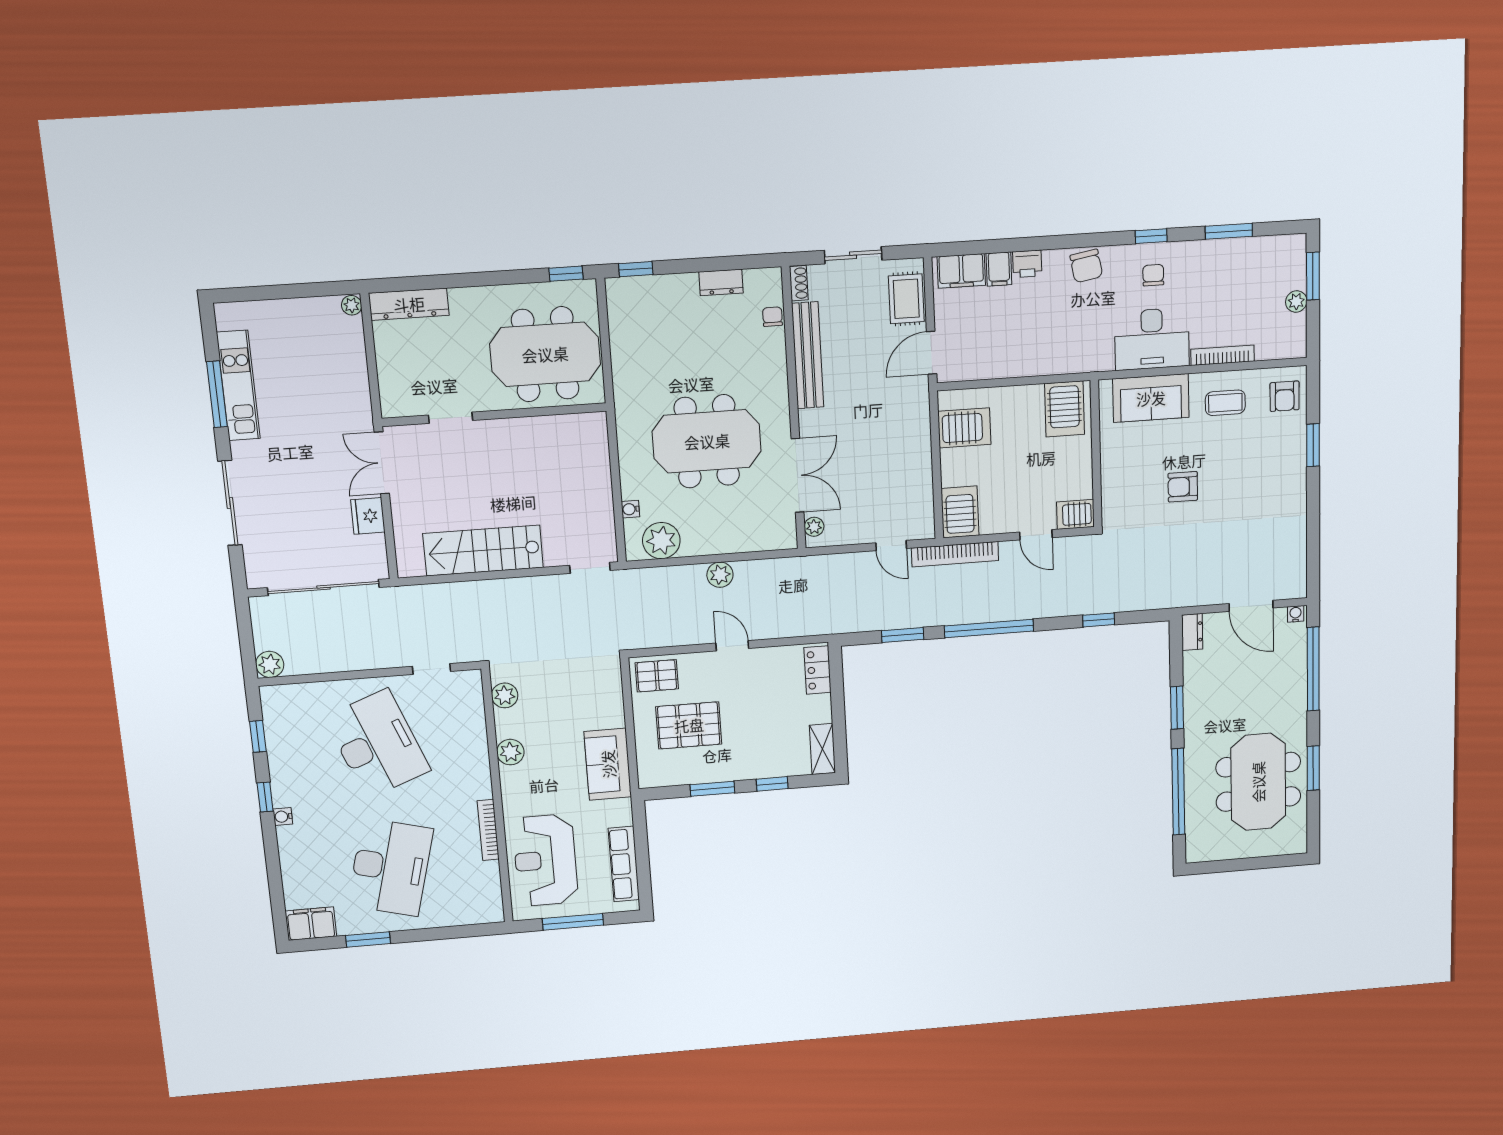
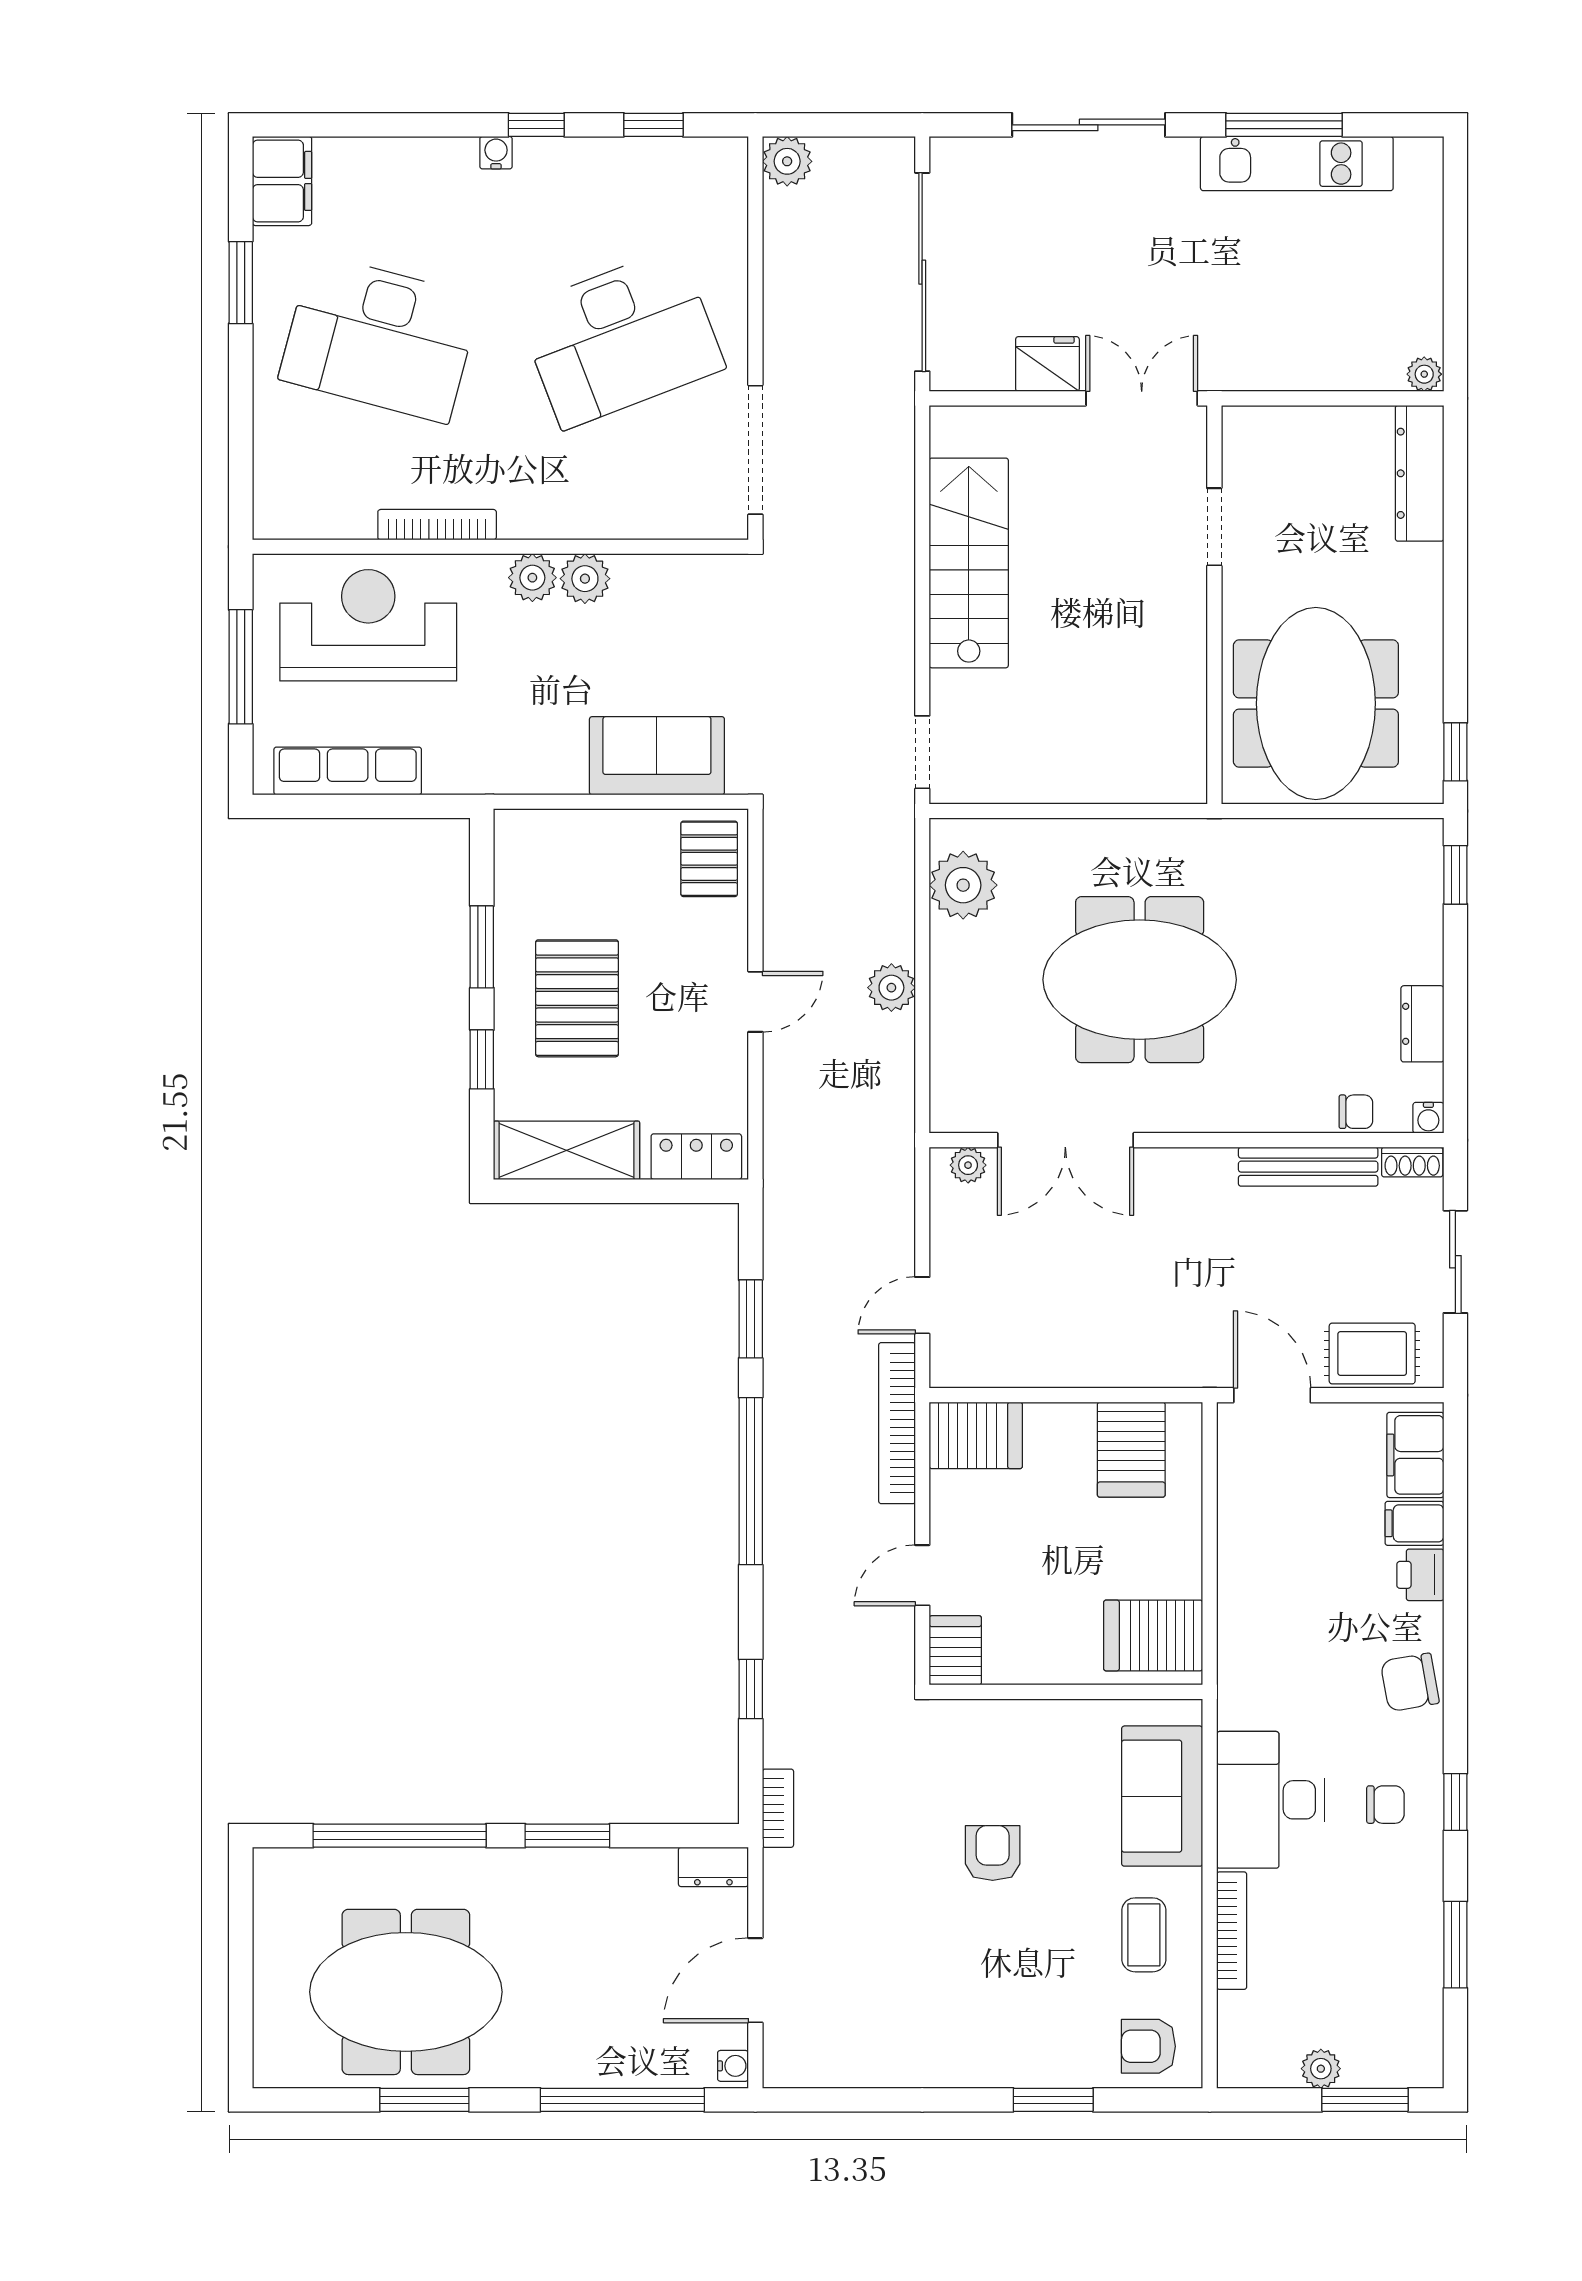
bench: (808, 355) -> (1308, 1167), width x0.73, depth x0.82
meeting table: (707, 441) -> (1140, 980), turned 90
water cooler: (630, 509) -> (1428, 1118), moved, turned 180
bookcase: (1161, 601) -> (778, 1808), added
doorway: (432, 669) -> (755, 450), width x1.87
plant: (505, 695) -> (532, 578), moved
pallet: (689, 725) -> (577, 998), moved
shelving: (822, 749) -> (567, 1150), width x1.50, depth x1.33
sofa: (608, 764) -> (657, 756), moved

